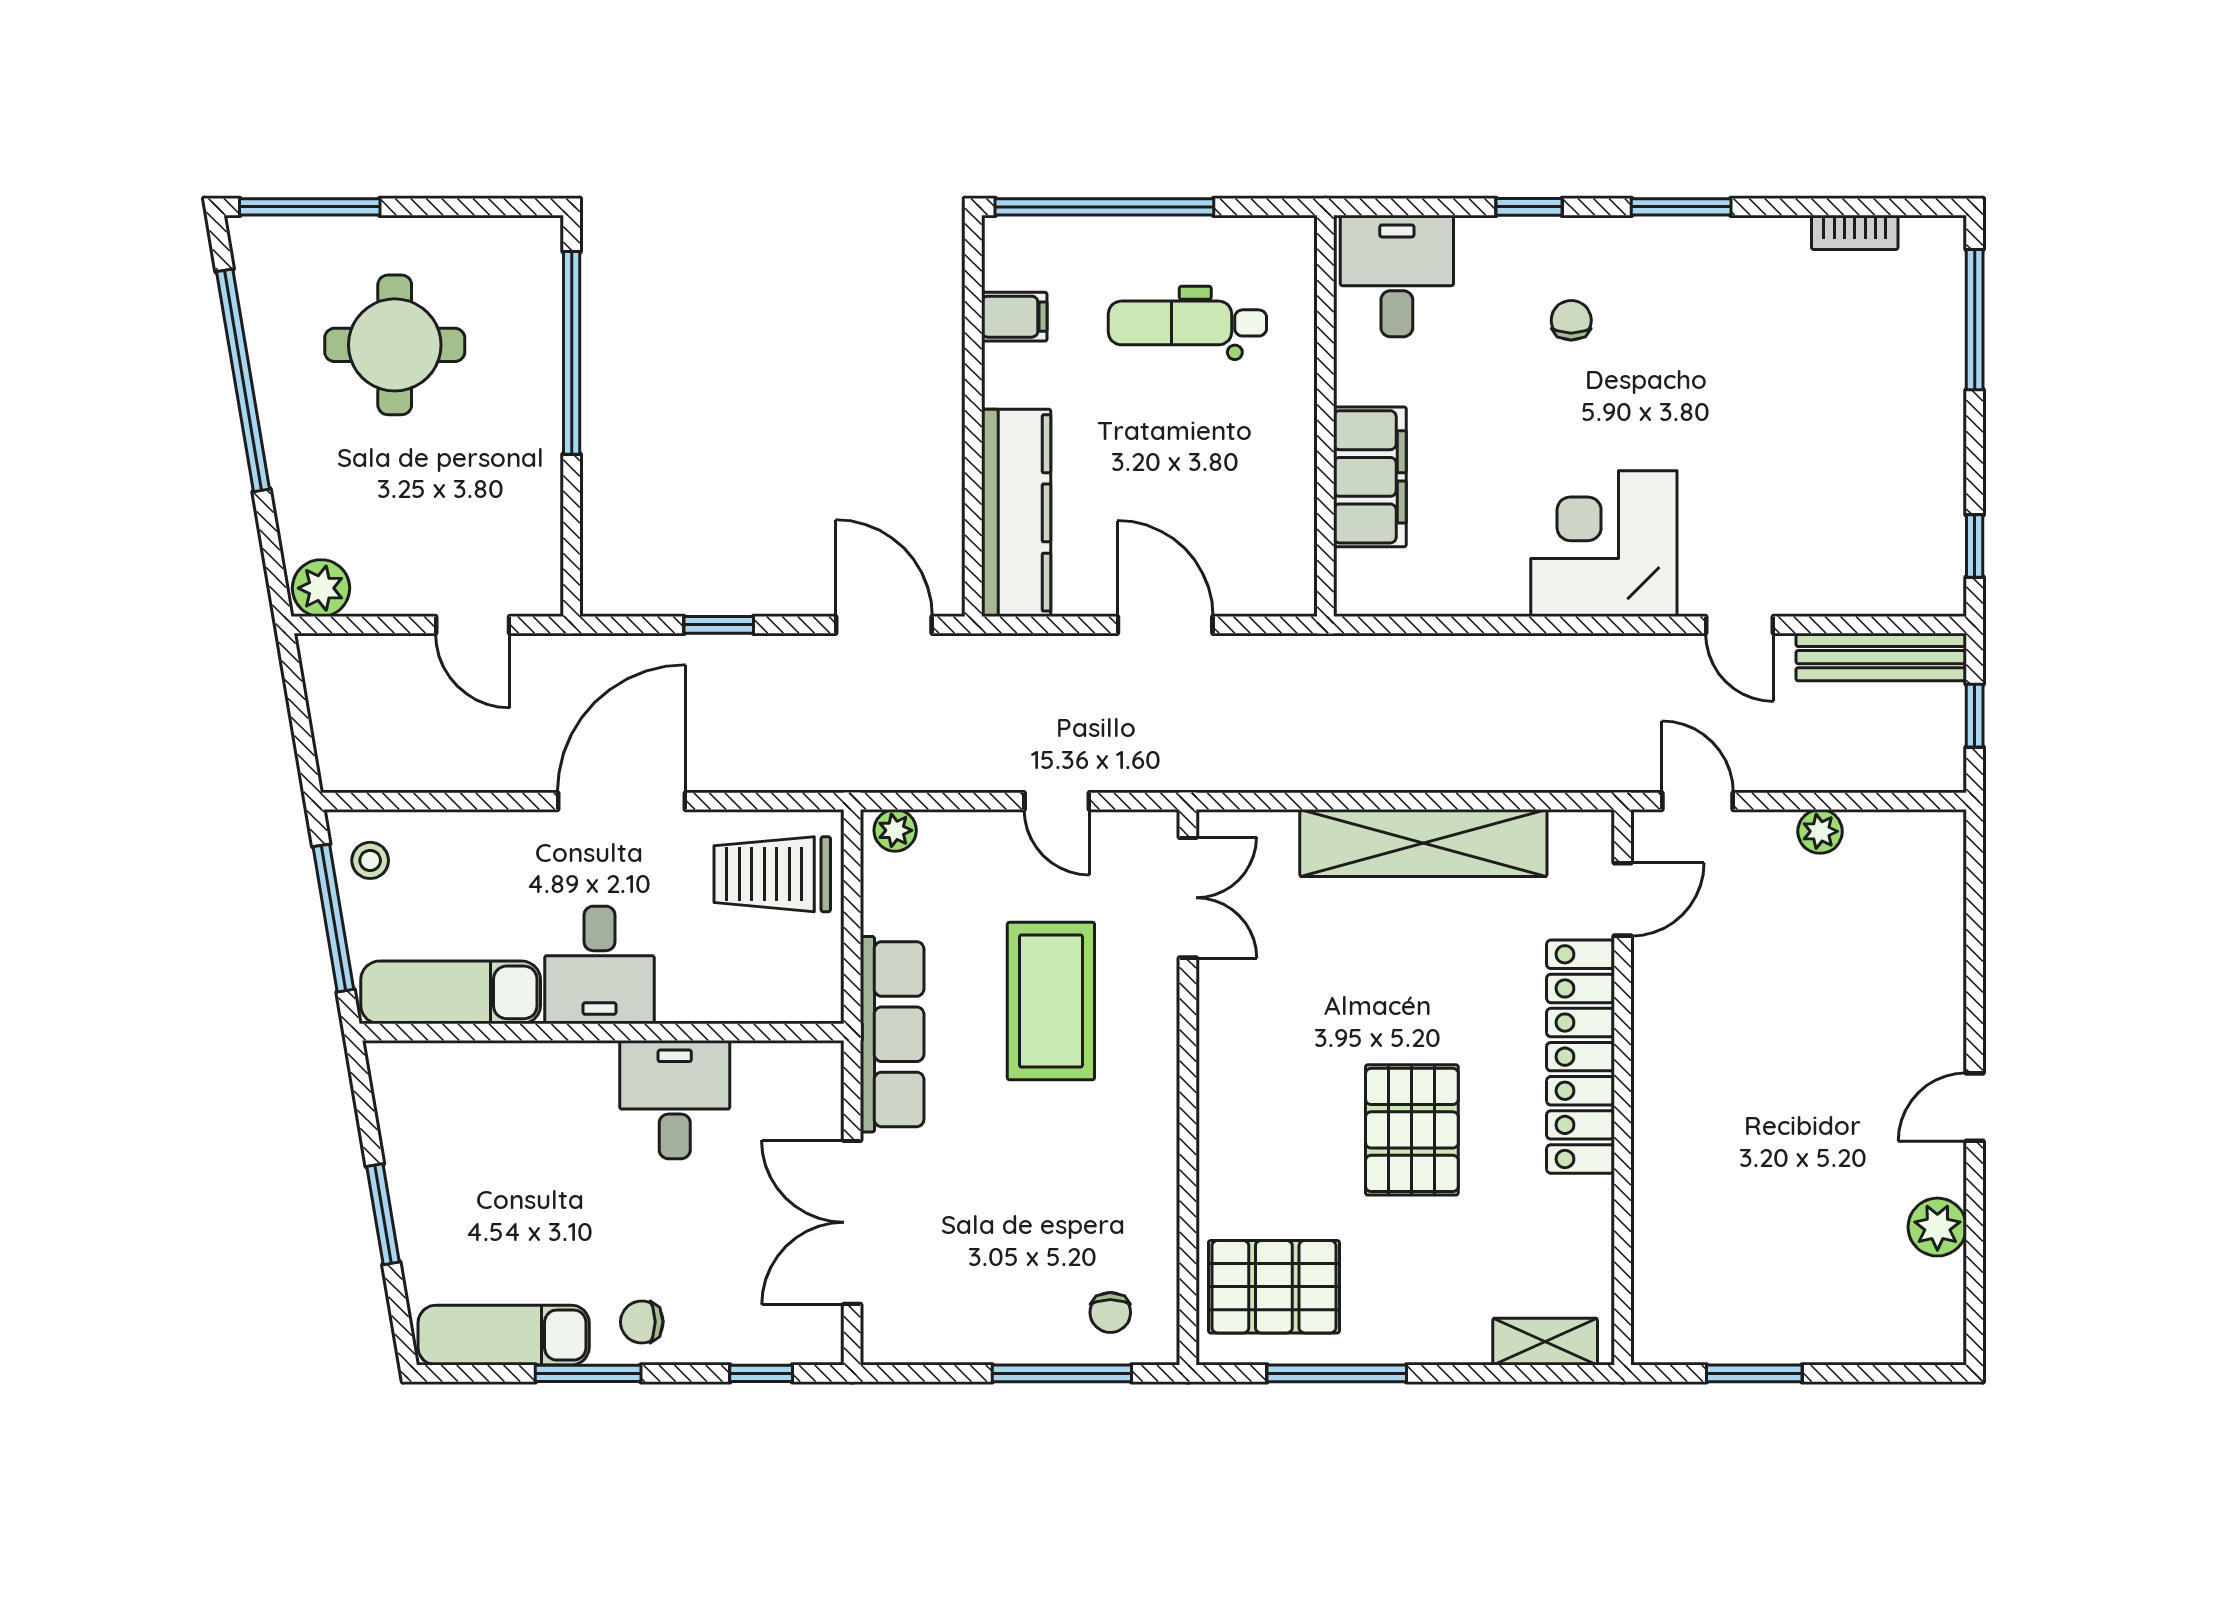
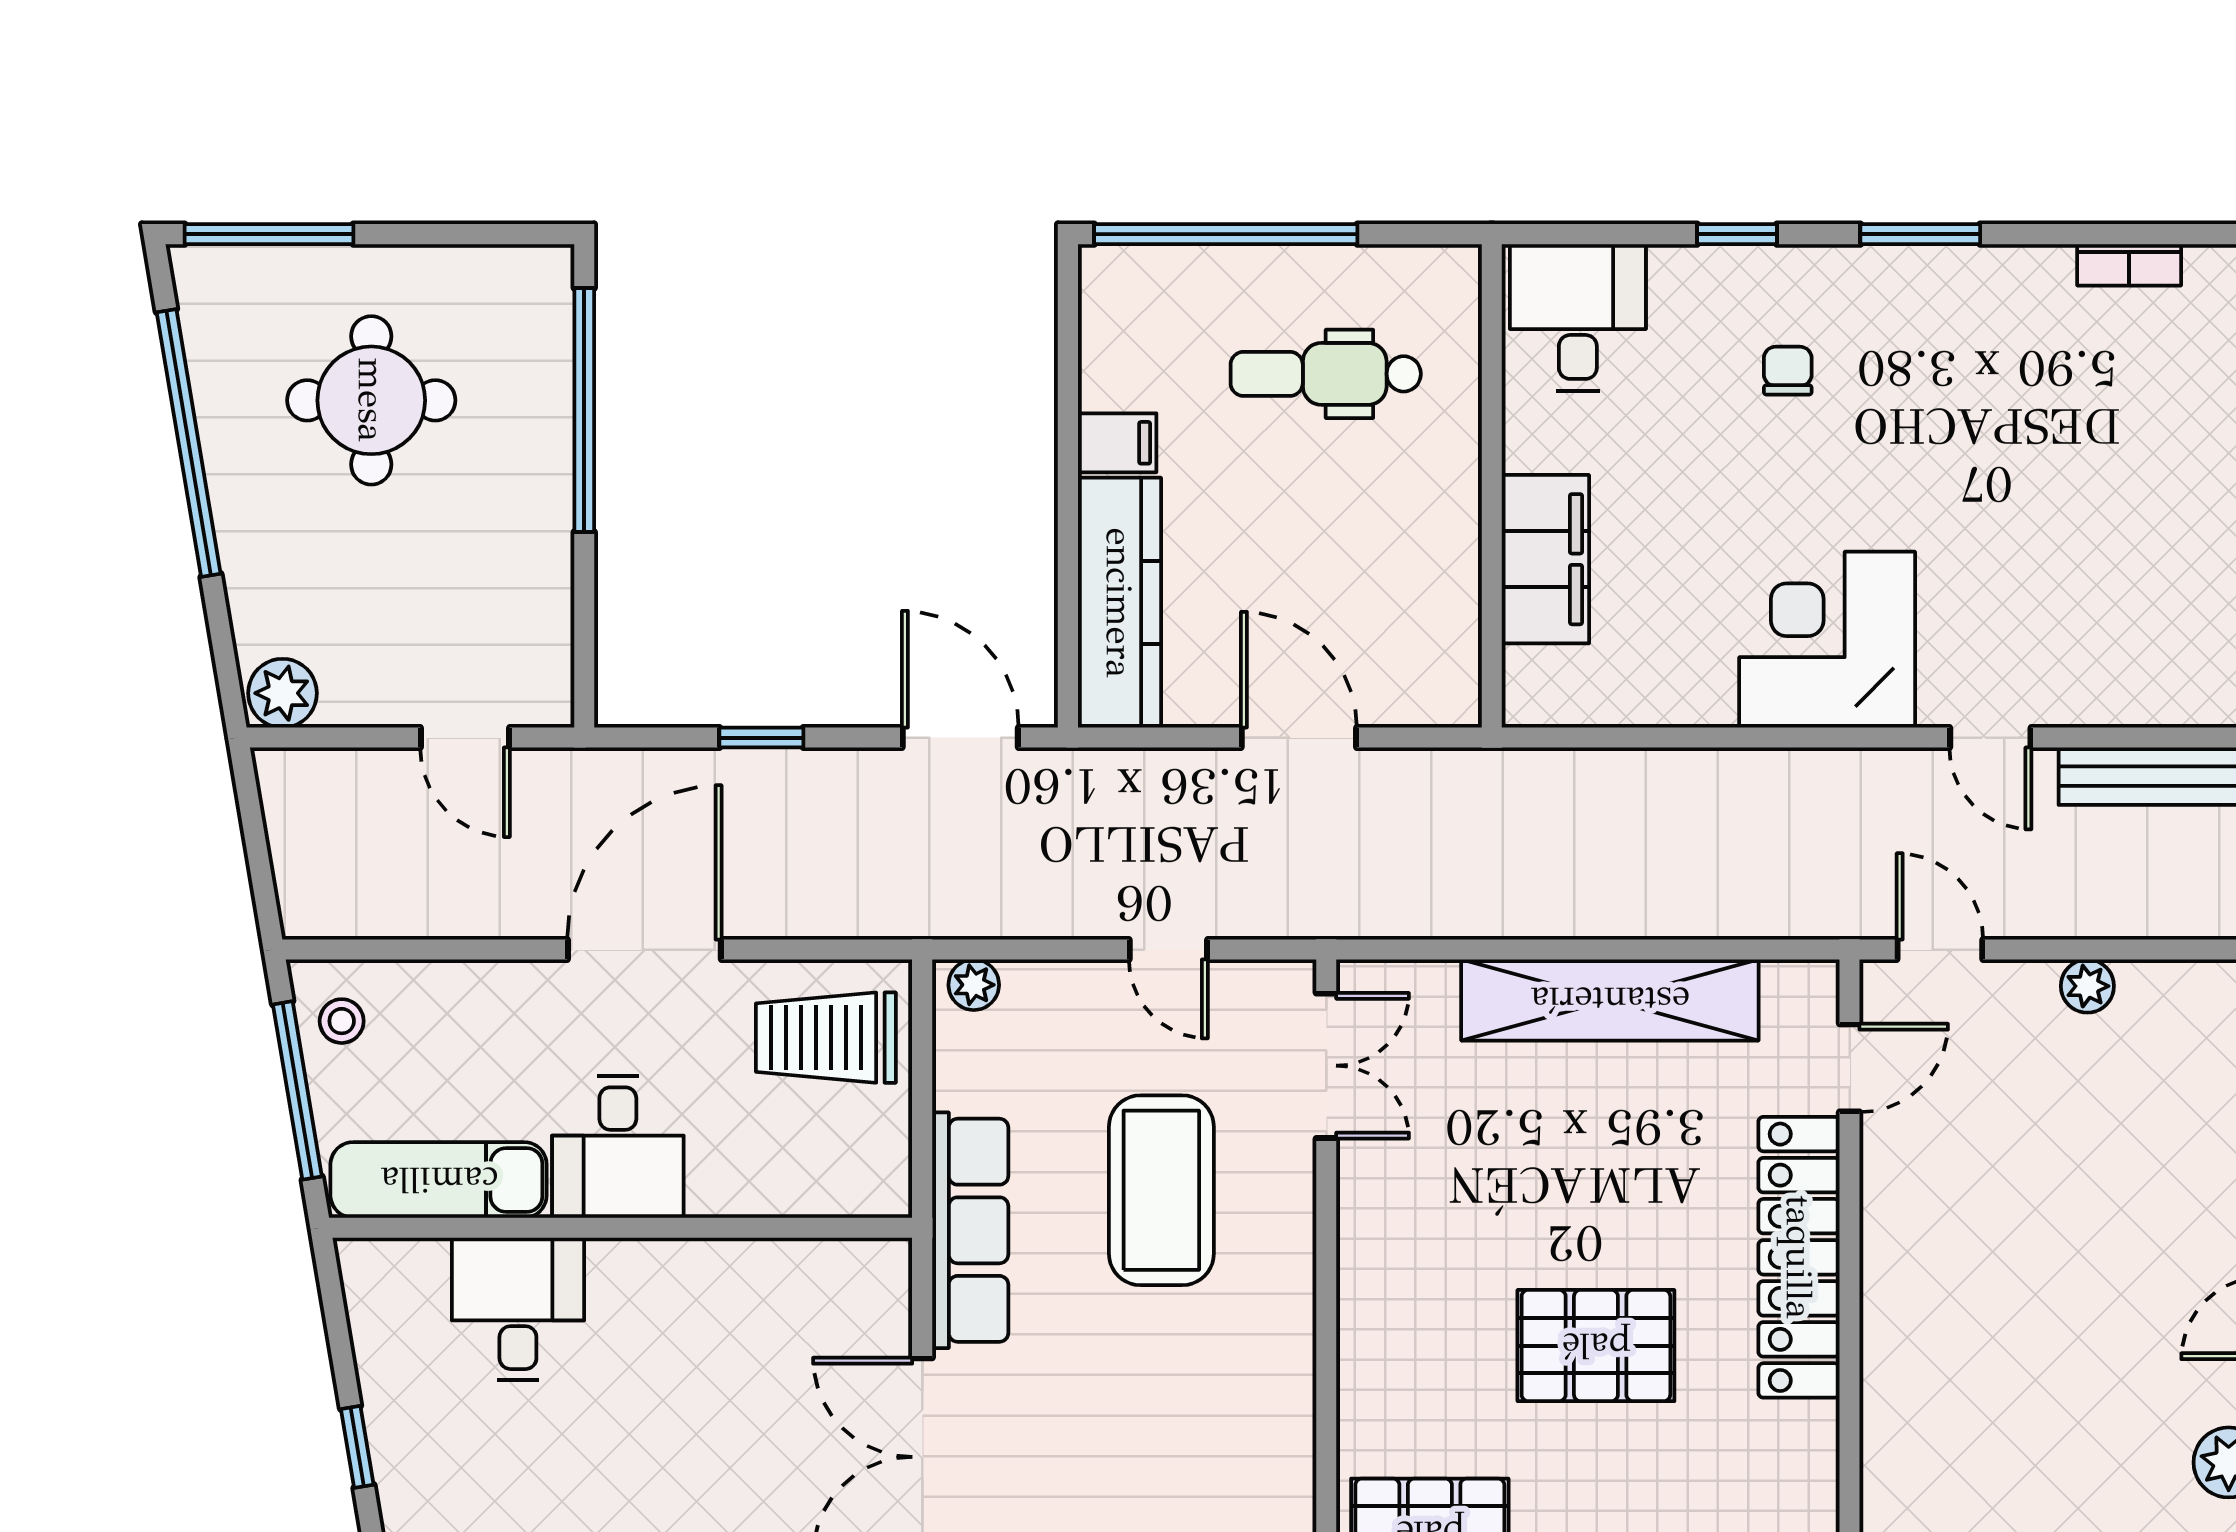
filing cabinet: (1014, 317) -> (1117, 443), moved
desk: (675, 1100) -> (518, 1309), moved
pallet: (1412, 1130) -> (1596, 1346), turned 90
window: (383, 1214) -> (357, 1447), width x0.67

